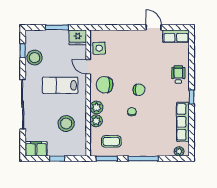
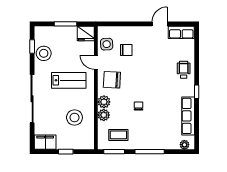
door: (154, 27) -> (160, 24), hinge flipped
lab bench: (60, 85) -> (69, 80), turned 180
chair: (139, 90) -> (126, 50), moved

